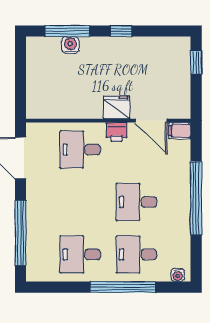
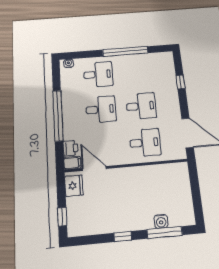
fridge: (117, 107) -> (74, 186), moved, turned -90
printer: (117, 132) -> (70, 148), moved, turned 90
window: (21, 233) -> (181, 82), width x0.32
desk: (80, 254) -> (141, 106), moved
window: (123, 287) -> (125, 51), moved

